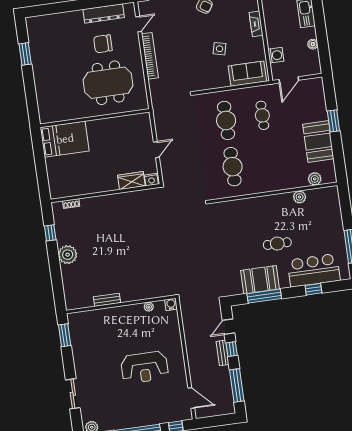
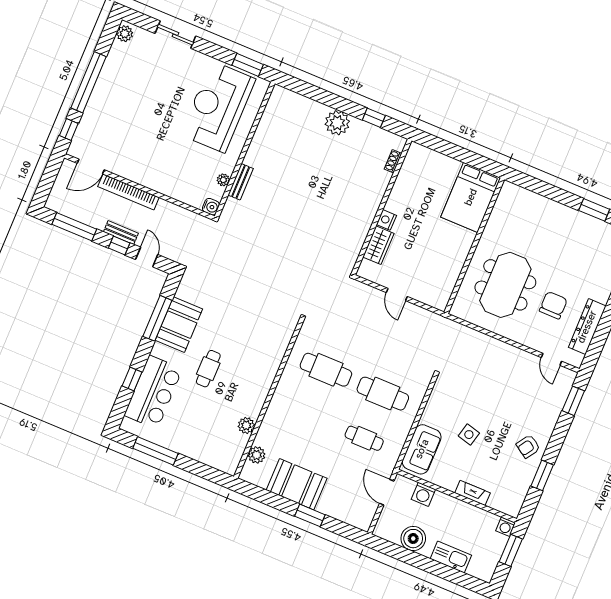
boiler: (313, 44) -> (413, 539), width x1.86, depth x1.86
bookcase: (150, 56) -> (128, 192), moved
nightstand: (151, 180) -> (386, 220), moved
bench: (107, 300) -> (241, 182), moved
reception desk: (145, 367) -> (218, 107), moved, width x1.36, depth x1.30

